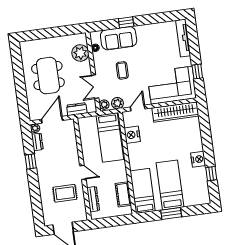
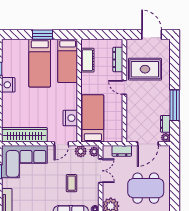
dining table: (48, 76) -> (146, 188), turned 90
window: (31, 161) -> (175, 105), width x2.17
rug: (65, 193) -> (145, 69), width x1.36, depth x1.43

